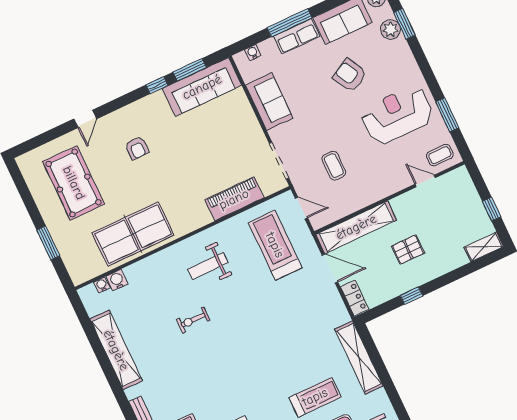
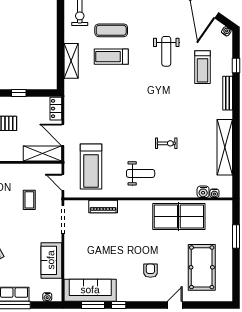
piano: (234, 199) -> (103, 207), width x0.73, depth x0.75
shelving: (356, 227) -> (43, 153), width x0.68
shelving: (359, 358) -> (71, 61), width x0.68

